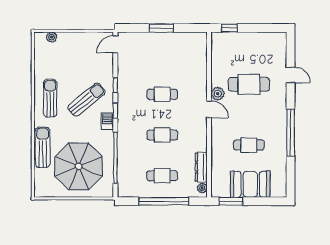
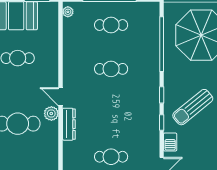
cafe table: (162, 94) -> (111, 157), moved
barbecue: (107, 121) -> (170, 142), moved
dresser: (201, 167) -> (69, 124), moved

